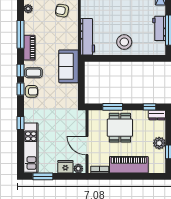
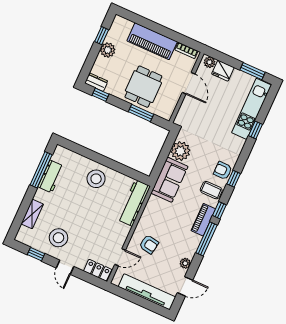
window: (21, 70) -> (219, 210), moved
plant: (70, 92) -> (180, 151), added
window: (21, 123) -> (256, 130), moved

